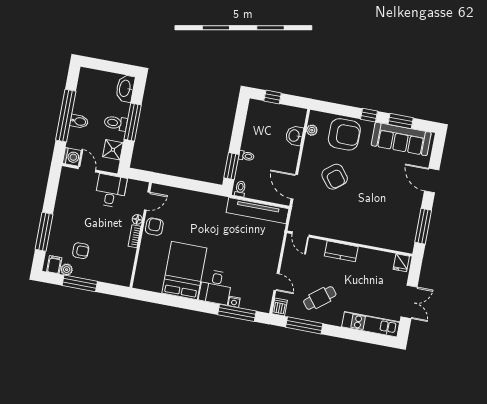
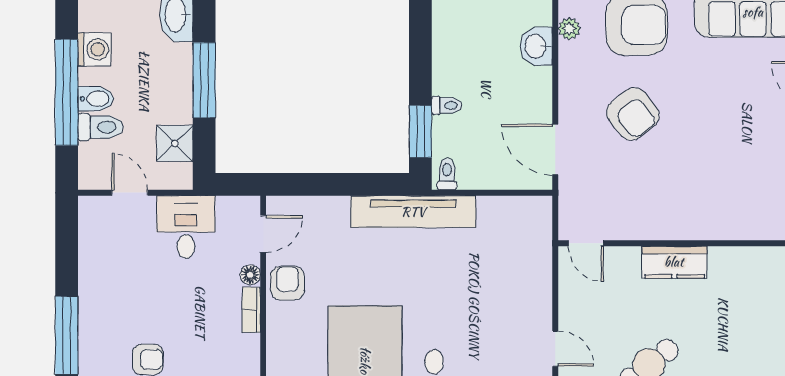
toilet: (116, 123) -> (100, 127), moved, turned 180
washing machine: (72, 157) -> (94, 49), moved
tv unit: (257, 211) -> (413, 212), moved

